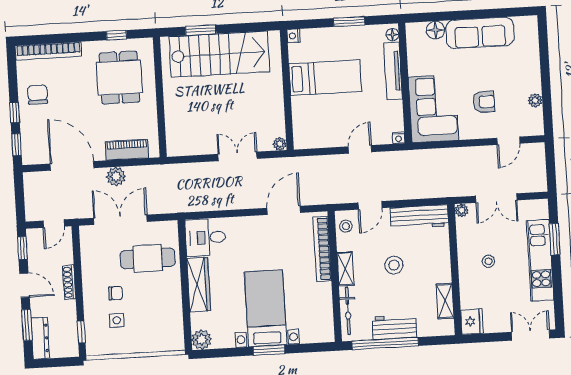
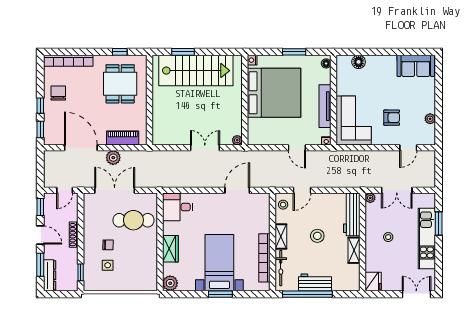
sofa: (480, 33) -> (416, 66), moved, width x0.73
tv unit: (393, 71) -> (325, 106), moved
bed: (325, 78) -> (274, 93), width x2.04
door: (360, 149) -> (297, 148), swing flipped
workbench: (419, 217) -> (352, 214), moved, turned 90
bookcase: (322, 249) -> (264, 258), moved
wardrobe: (199, 285) -> (170, 249), width x0.67
shelving: (445, 301) -> (354, 250), moved

